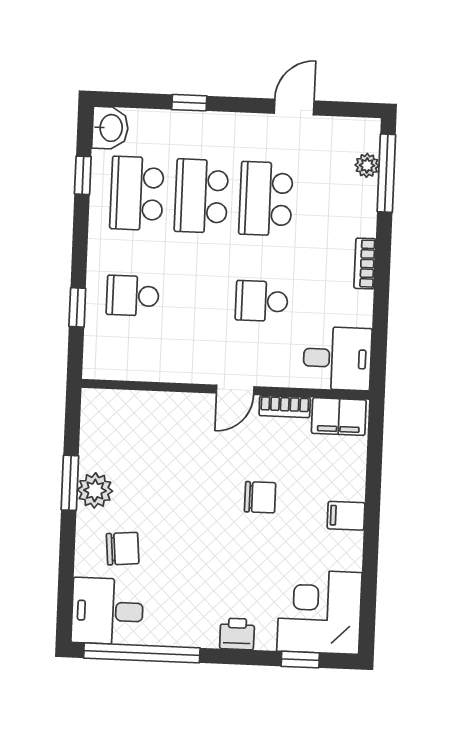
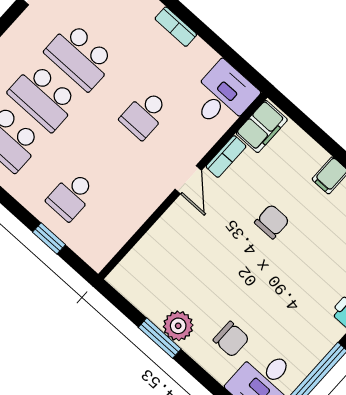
chair: (123, 549) -> (231, 339), turned 95

